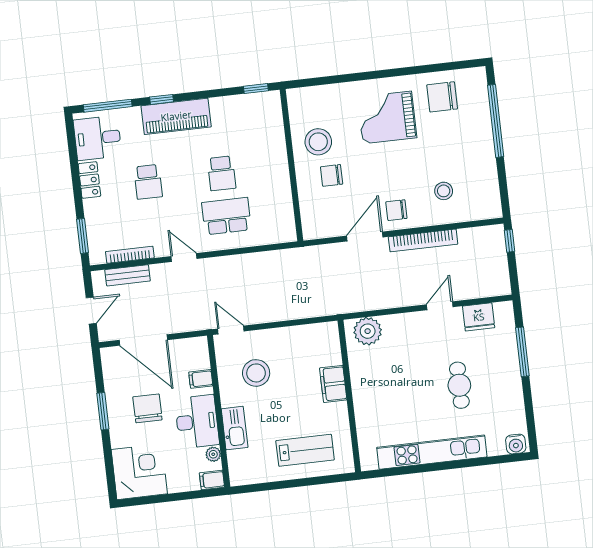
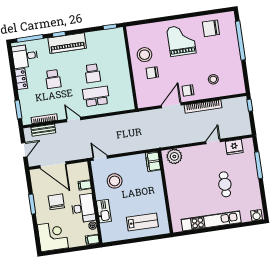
grand piano: (387, 117) -> (181, 40), turned 90
filing cabinet: (333, 384) -> (153, 161), moved

